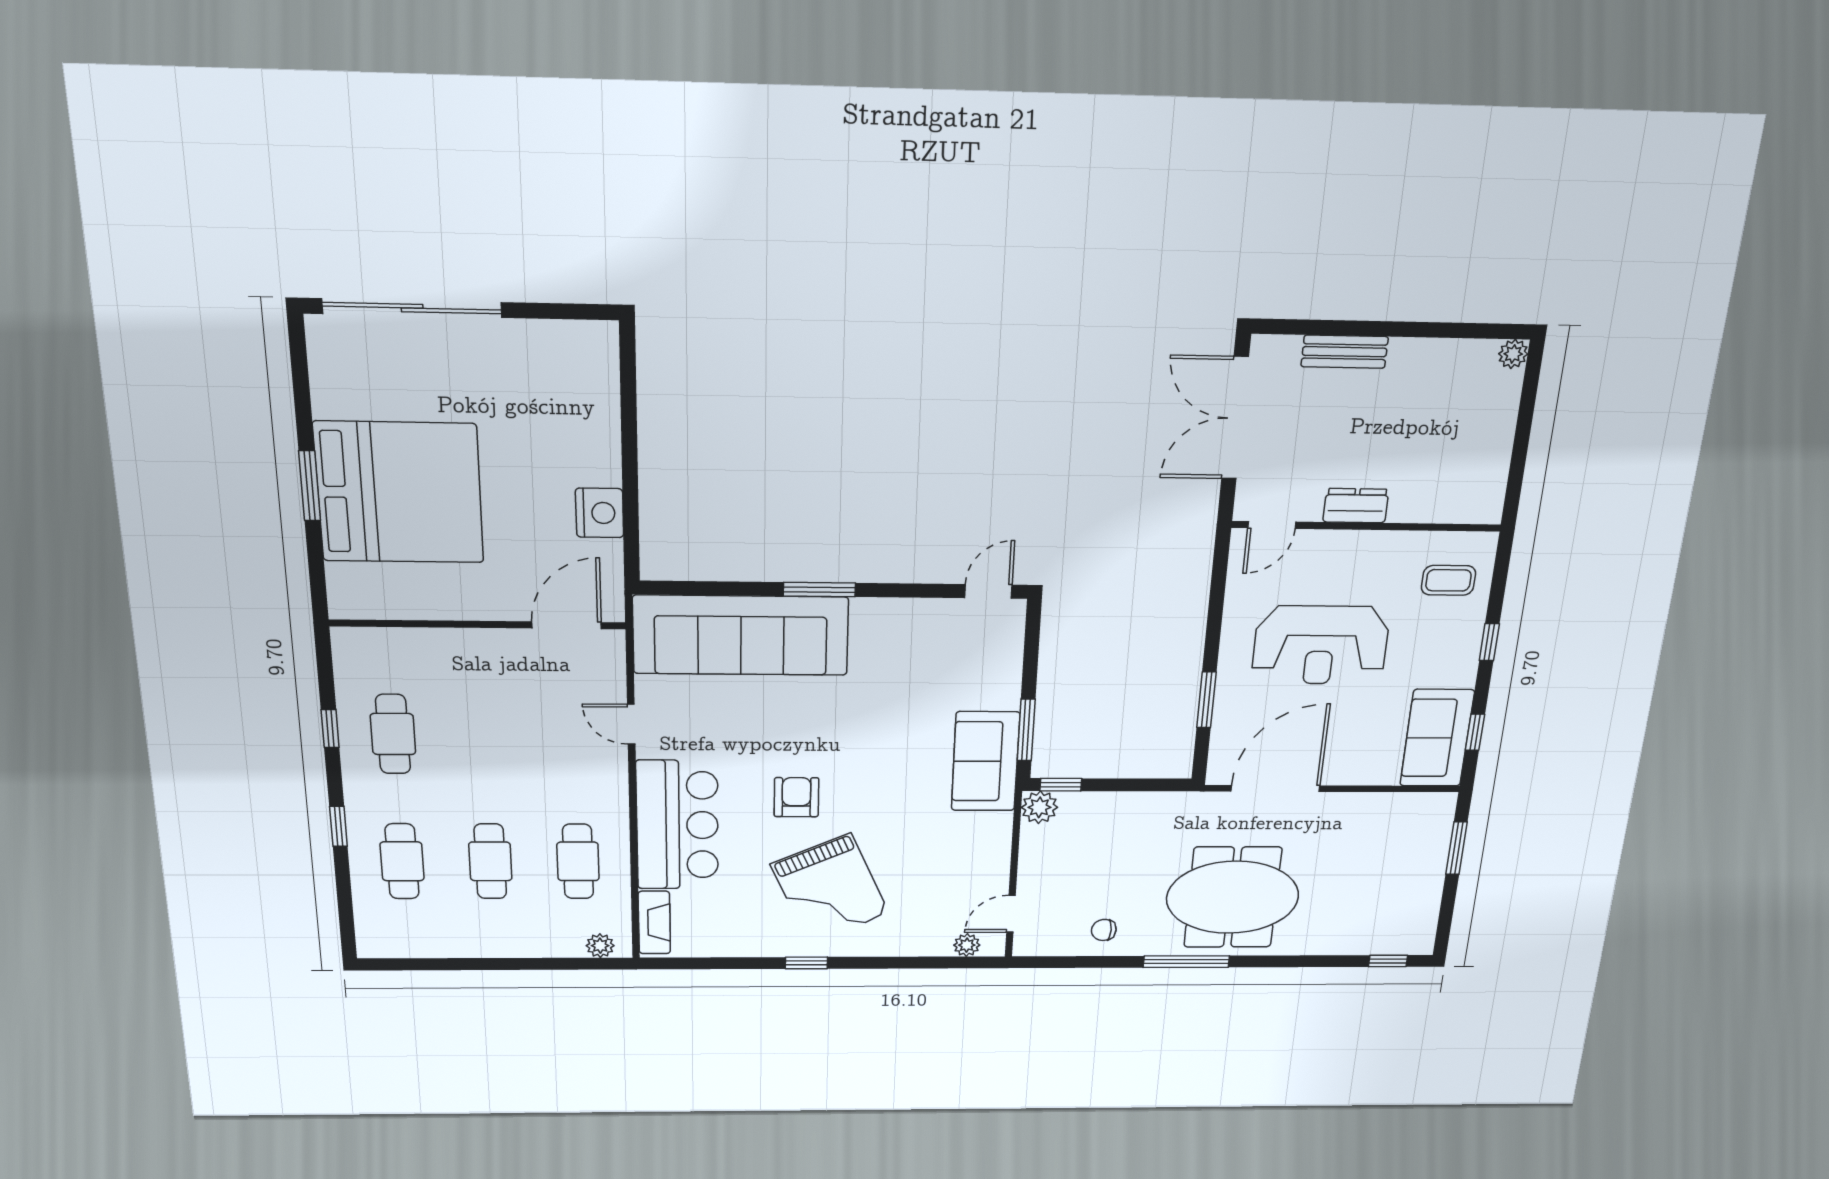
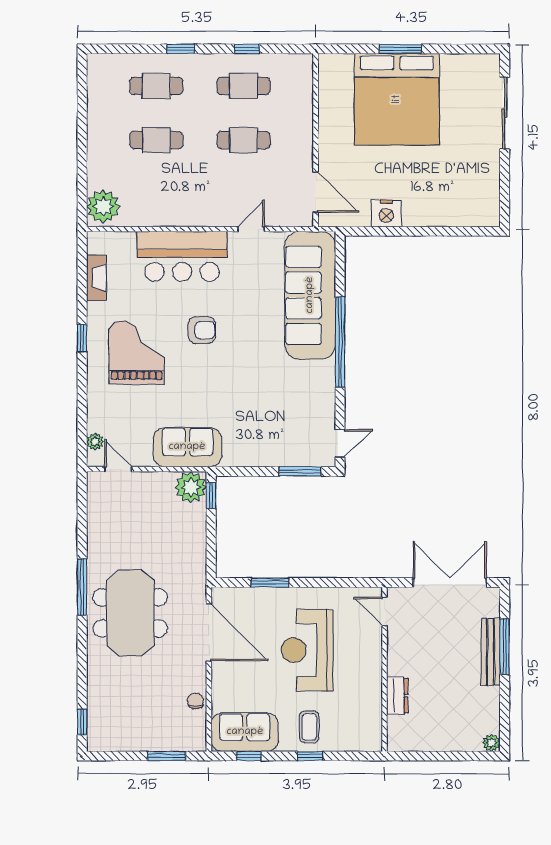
sliding door: (412, 308) -> (505, 113), width x0.73
window: (1354, 328) -> (505, 646), added
bench: (1345, 352) -> (491, 652), width x1.36
dresser: (1356, 506) -> (397, 696), moved
coffee table: (1448, 580) -> (309, 727), moved
window: (819, 590) -> (340, 342), width x2.11
door: (988, 591) -> (340, 443), hinge flipped
window: (1026, 730) -> (300, 471), moved
sofa: (985, 761) -> (187, 447), moved
plant: (1039, 807) -> (191, 487), width x1.36, depth x1.36
cafe table: (578, 861) -> (244, 140), moved
grand piano: (830, 889) -> (137, 352), turned 114
fireplace: (654, 923) -> (96, 278), moved, turned -90
chair: (1104, 930) -> (195, 701), moved
plant: (600, 946) -> (103, 206), width x1.88, depth x1.88

